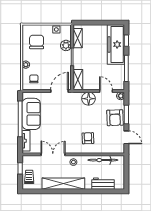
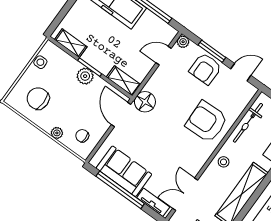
plant: (66, 45) -> (85, 76), moved
floor lamp: (89, 99) -> (145, 102), moved
armchair: (115, 118) -> (205, 69), turned 92
armchair: (88, 138) -> (207, 122), width x1.88, depth x1.88
double door: (53, 154) -> (185, 194), moved

